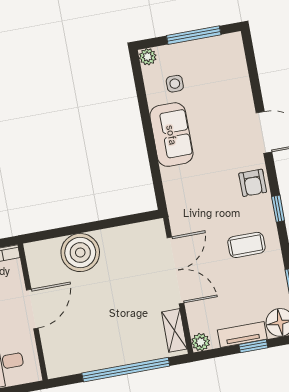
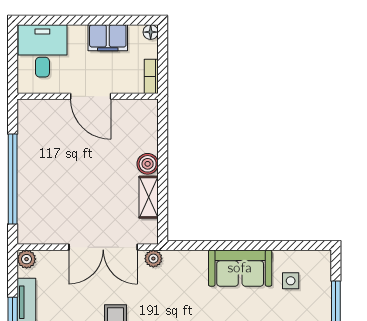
plant: (148, 57) -> (153, 259), moved
boiler: (80, 253) -> (148, 164), width x0.54, depth x0.54
shelving: (174, 330) -> (149, 197), moved, turned 90

